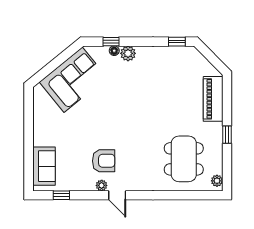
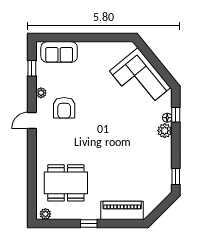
plant: (102, 185) -> (41, 93), moved

